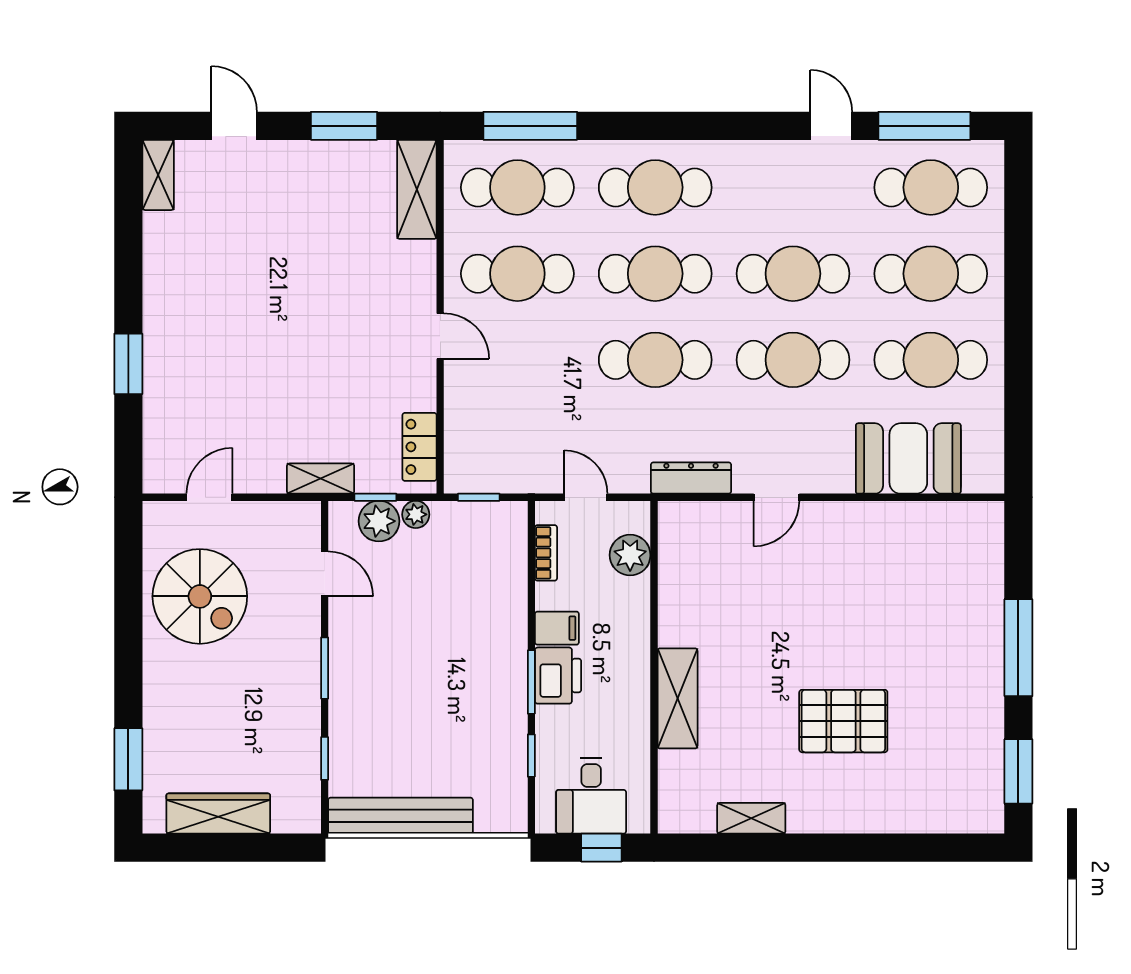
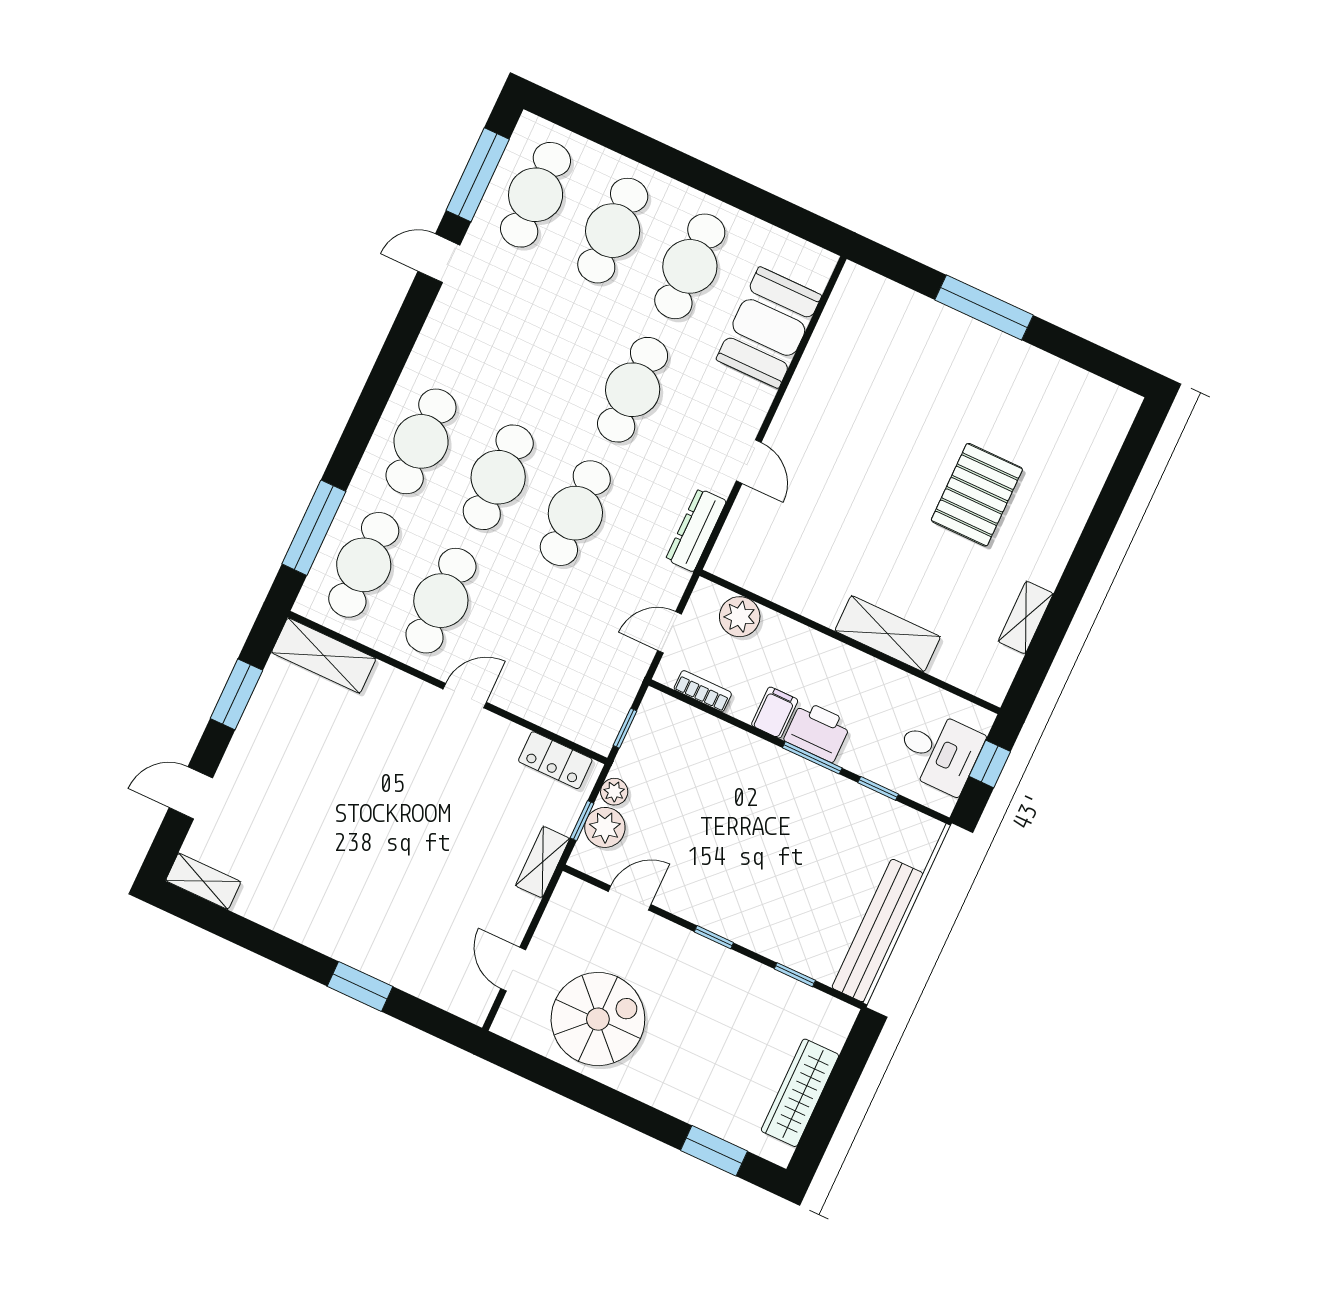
cafe table: (793, 274) -> (555, 354), removed
window: (325, 668) -> (714, 937), width x0.67
window: (1018, 771) -> (1095, 359), removed

